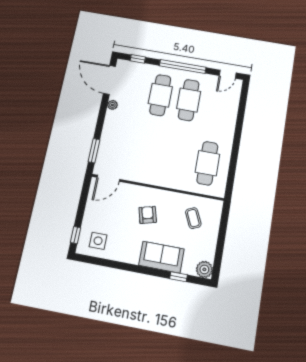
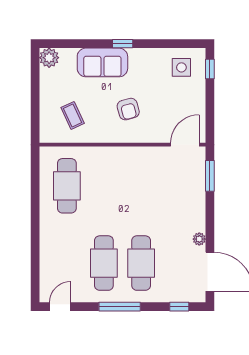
window: (183, 67) -> (120, 307), width x0.68
window: (178, 277) -> (123, 44), moved

